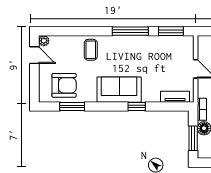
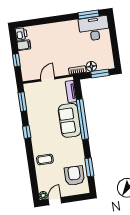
window: (130, 31) -> (27, 132), width x0.46
sofa: (119, 90) -> (70, 120), moved
window: (137, 106) -> (82, 119), width x3.17

